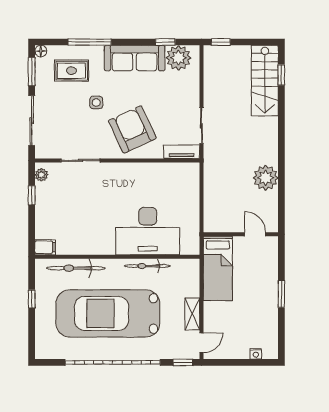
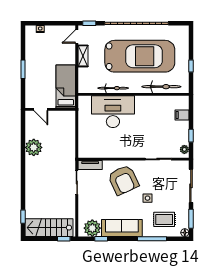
stairs: (265, 81) -> (49, 228), moved, turned -90
filing cabinet: (45, 247) -> (182, 115), moved

